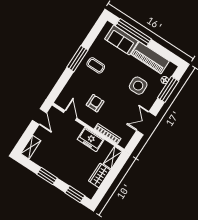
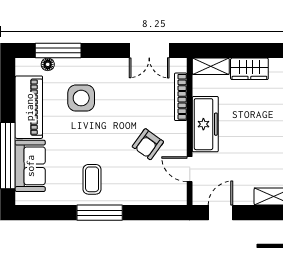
armchair: (95, 103) -> (148, 144), turned -54
door: (70, 115) -> (190, 169), hinge flipped
double door: (146, 123) -> (149, 50), moved
freezer: (91, 139) -> (205, 124), width x1.40

